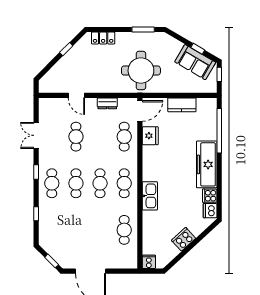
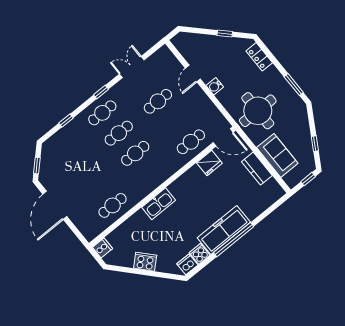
sofa: (195, 62) -> (277, 155), moved, turned 150
water cooler: (98, 87) -> (215, 86), added
dresser: (107, 103) -> (207, 105), removed
window: (219, 131) -> (234, 240), moved
cafe table: (124, 183) -> (152, 174), removed

